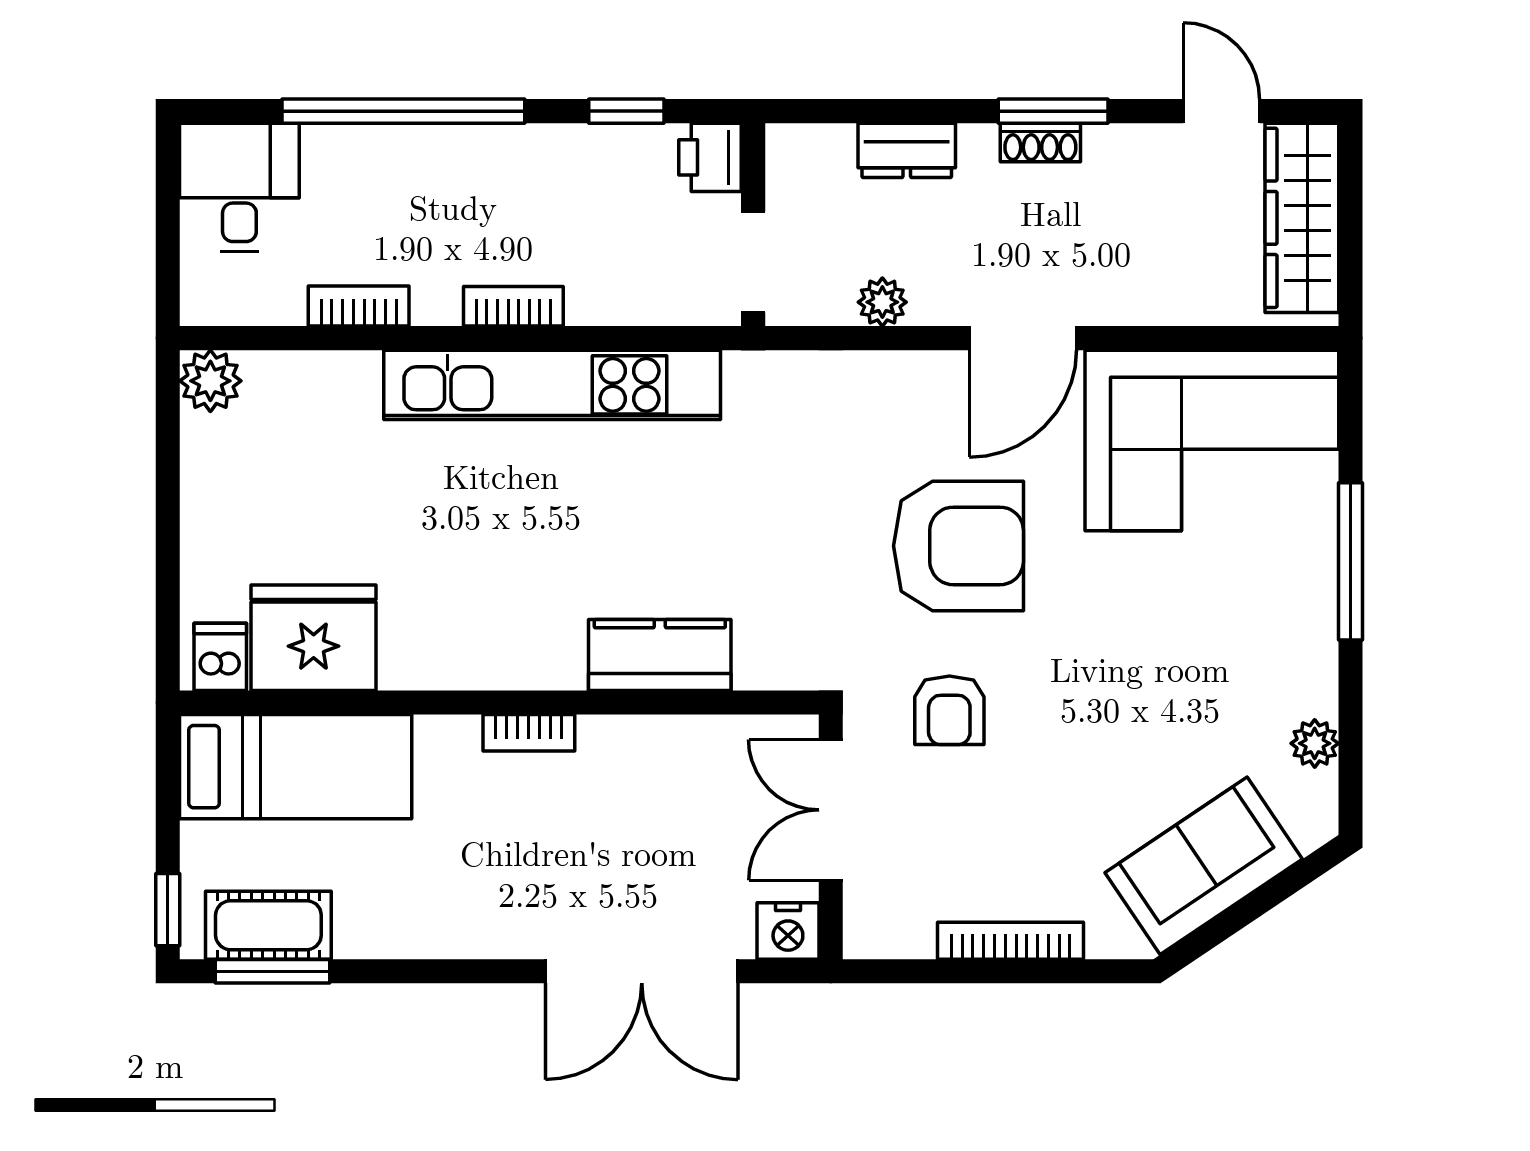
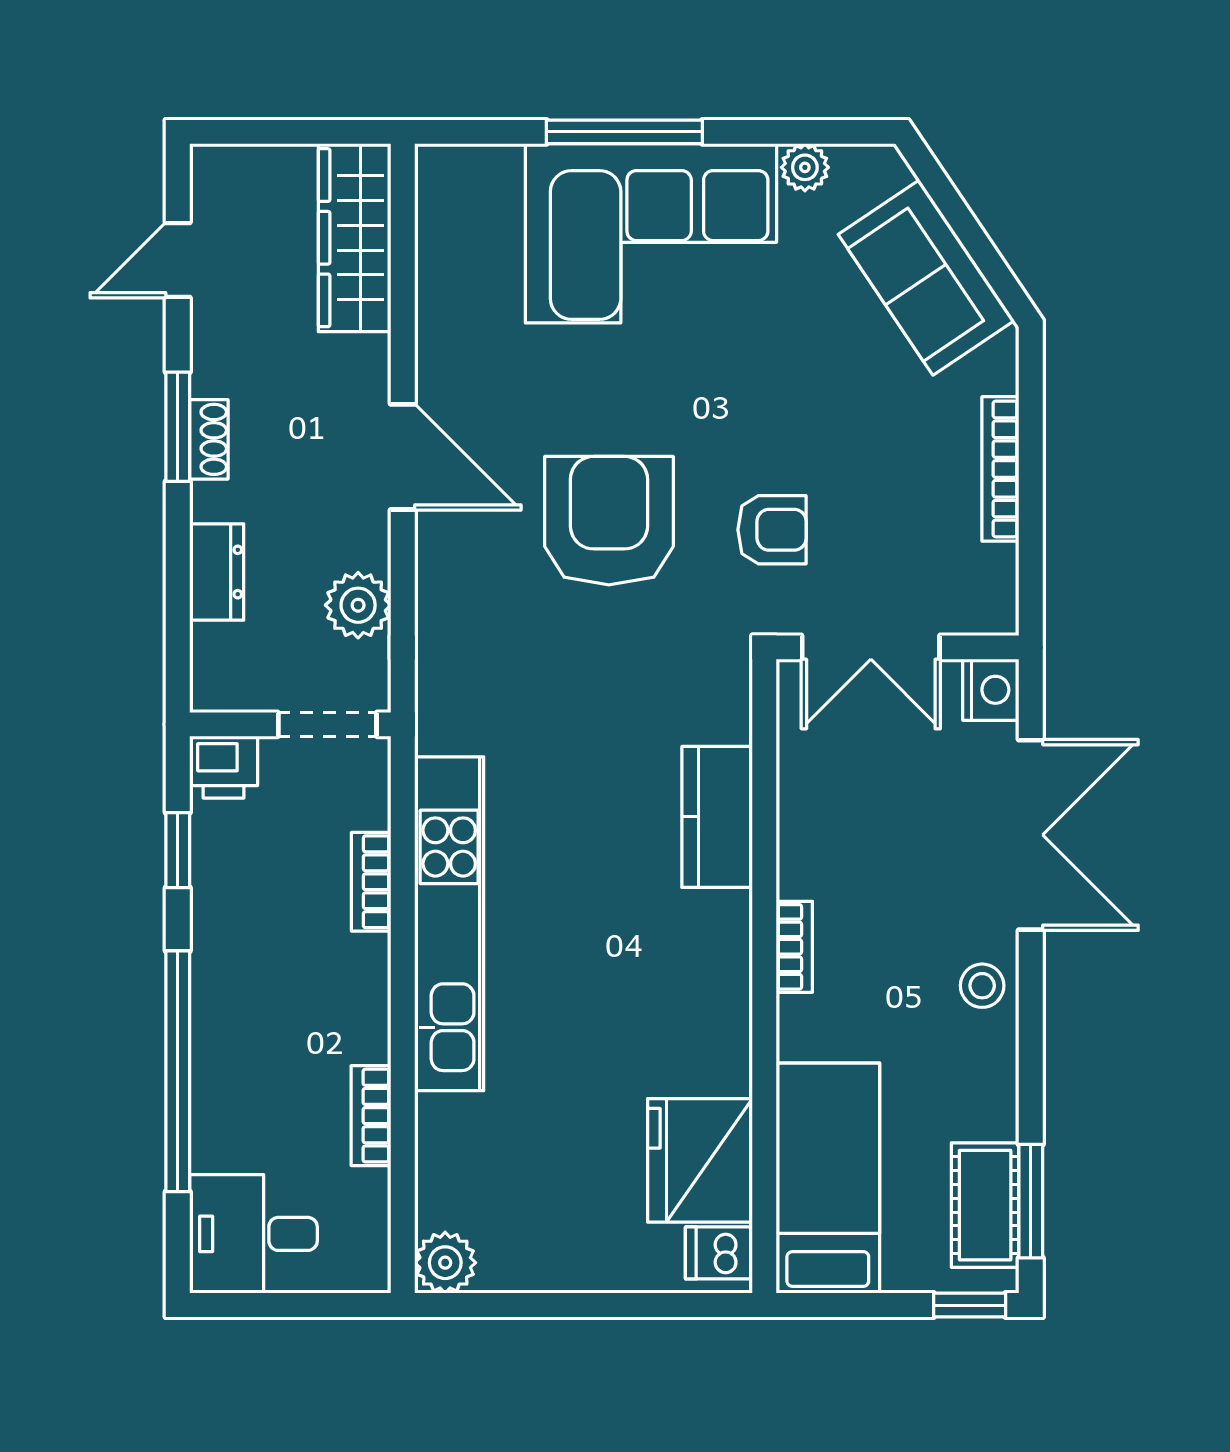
wardrobe: (1302, 218) -> (355, 238), moved, turned 90
plant: (882, 302) -> (358, 605), width x1.38, depth x1.38
bookcase: (513, 306) -> (371, 882), moved
corner sofa: (1212, 440) -> (651, 233), moved, turned 90
stool: (490, 922) -> (982, 986), added

